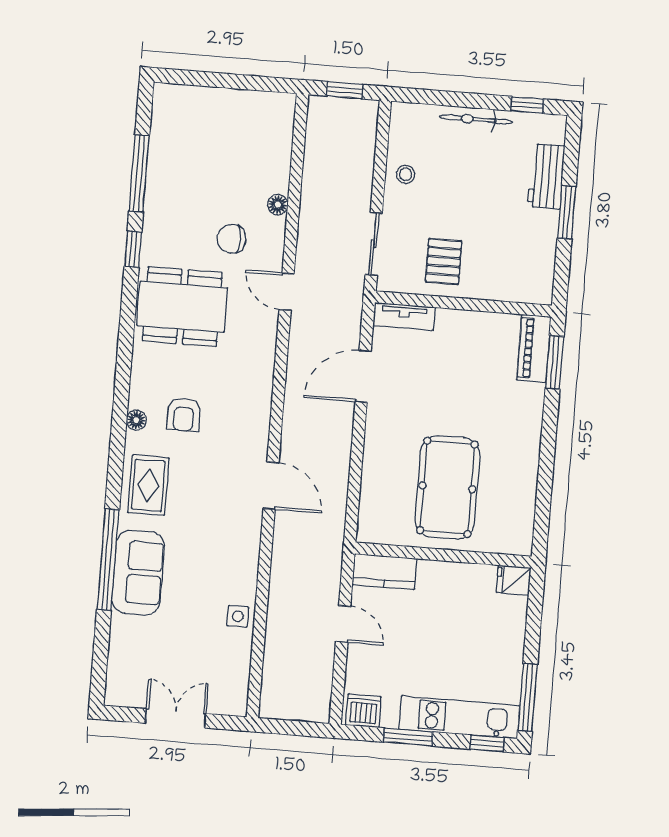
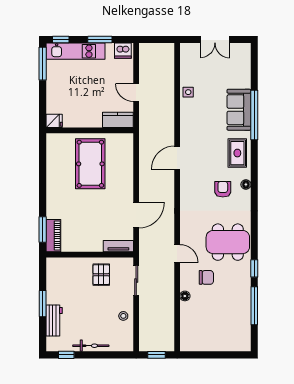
door: (271, 486) -> (177, 158), hinge flipped

